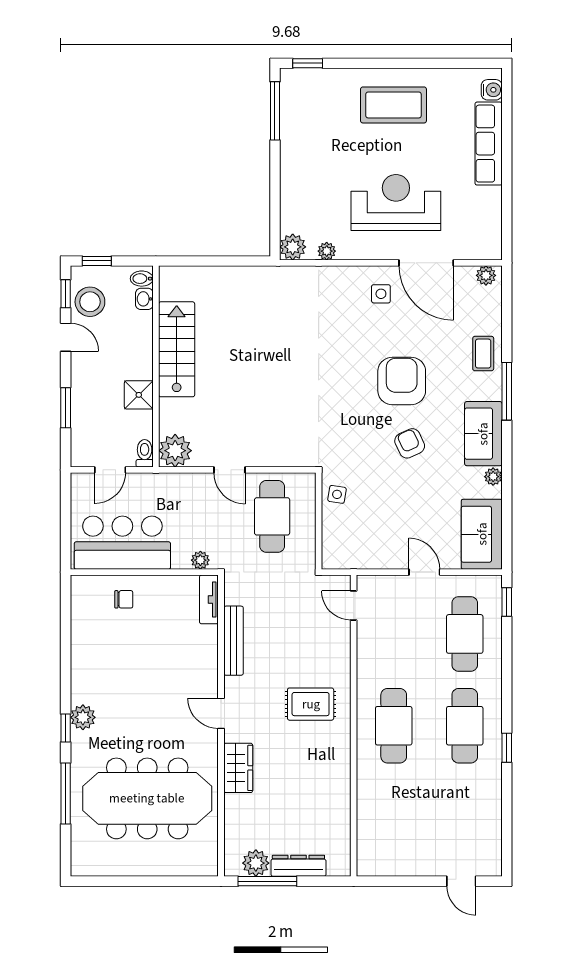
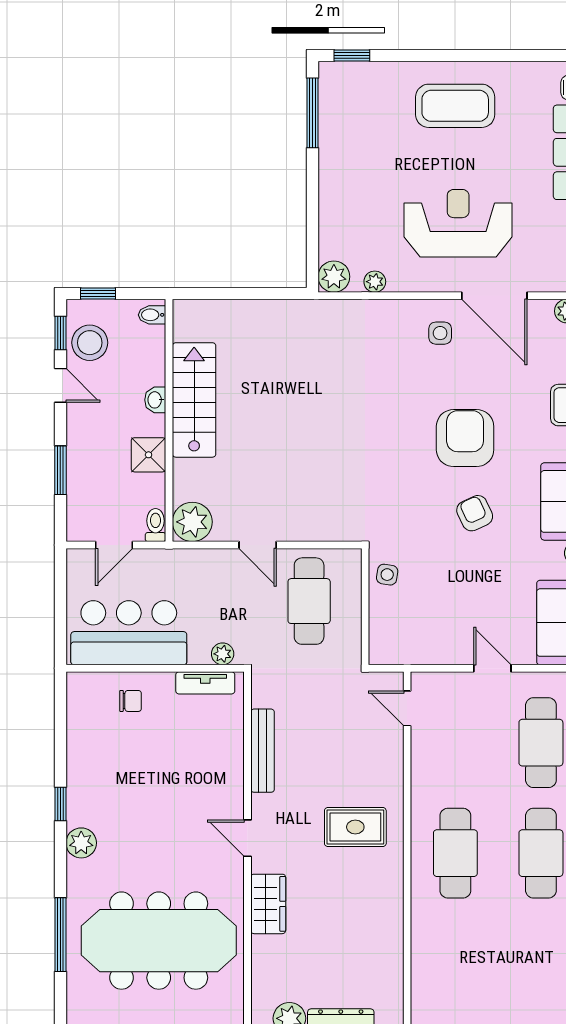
washbasin: (144, 299) -> (155, 400), moved
tv unit: (209, 599) -> (205, 683), moved, turned -90
window: (66, 728) -> (60, 804), moved

